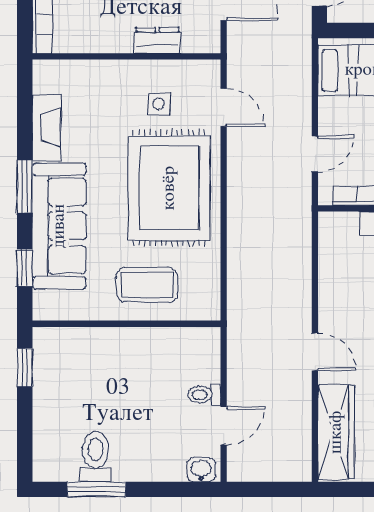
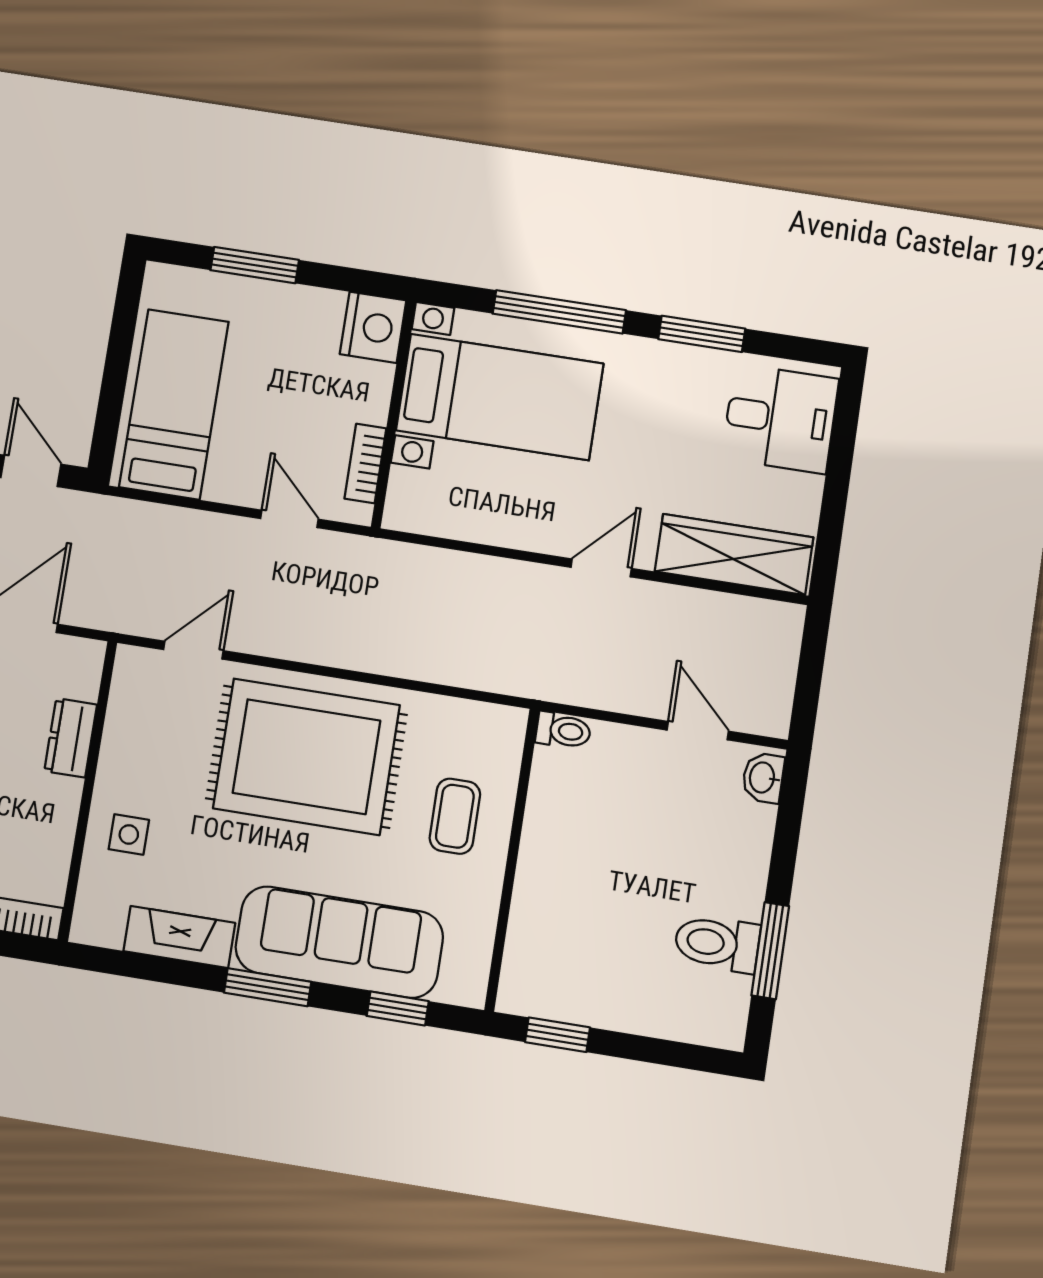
side table: (159, 104) -> (129, 834), moved
coffee table: (147, 285) -> (455, 816), width x0.73, depth x0.77
toilet: (204, 395) -> (563, 731), moved, turned -90

